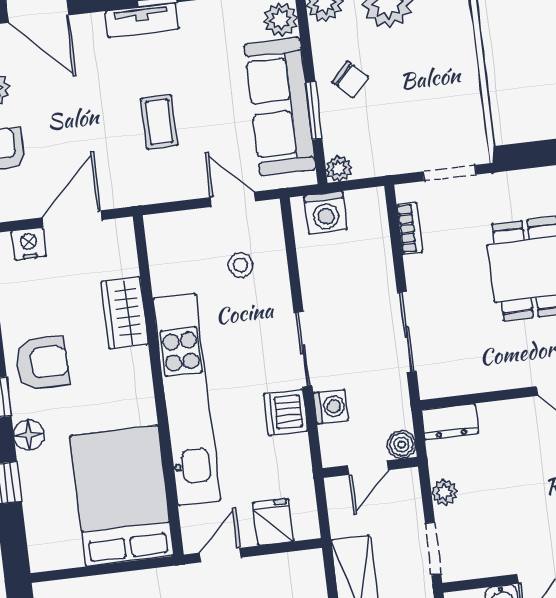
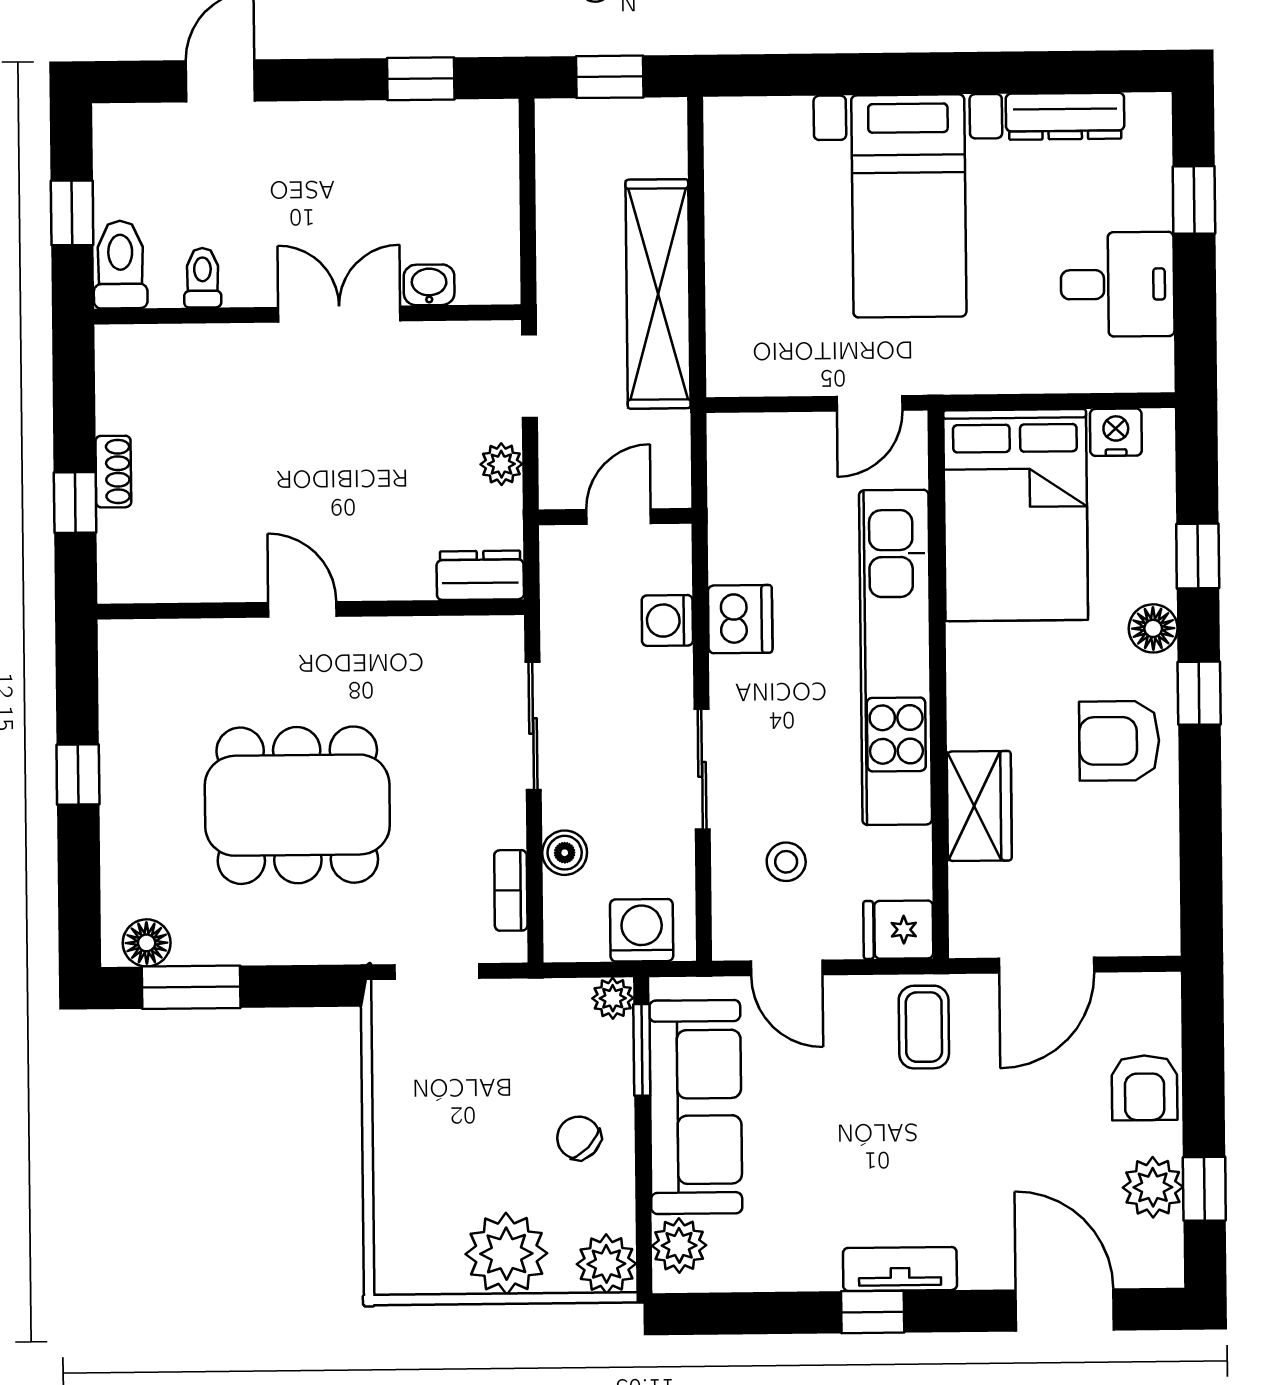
window: (314, 111) -> (642, 1050), moved
coffee table: (159, 122) -> (924, 1027), moved
nightstand: (29, 244) -> (1116, 432), moved, turned 180
sliding door: (303, 349) -> (702, 769), moved
boiler: (401, 445) -> (565, 853), moved
fridge: (273, 522) -> (898, 930), moved, turned 90

